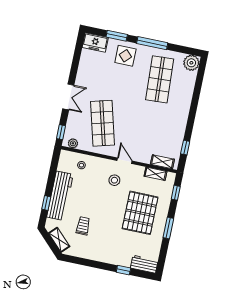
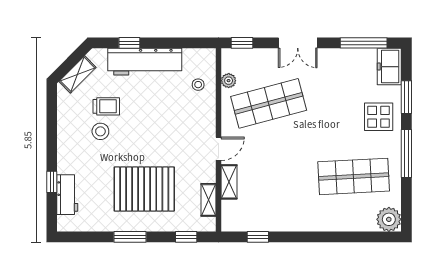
window: (77, 55) -> (364, 43), added
plant: (73, 143) -> (229, 81), moved
shelving: (162, 162) -> (229, 182), moved
stool: (114, 180) -> (100, 131), moved
workbench: (144, 264) -> (67, 195), moved

